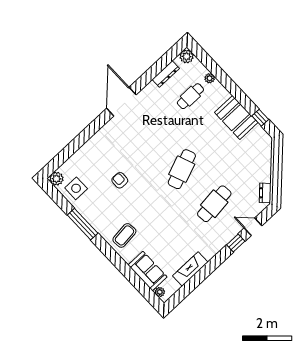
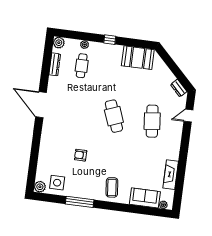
booth: (236, 117) -> (138, 58), moved
window: (260, 118) -> (110, 40), moved
window: (236, 243) -> (186, 135), removed

